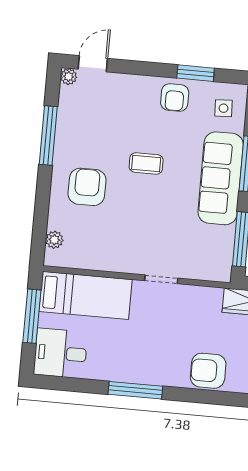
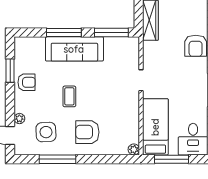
plant: (69, 77) -> (19, 119), moved
side table: (223, 108) -> (46, 132), moved, width x1.87, depth x1.87
plant: (54, 240) -> (134, 149), moved

